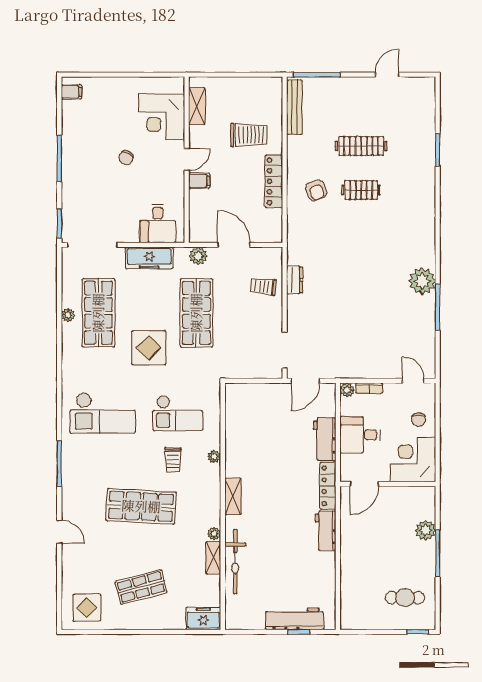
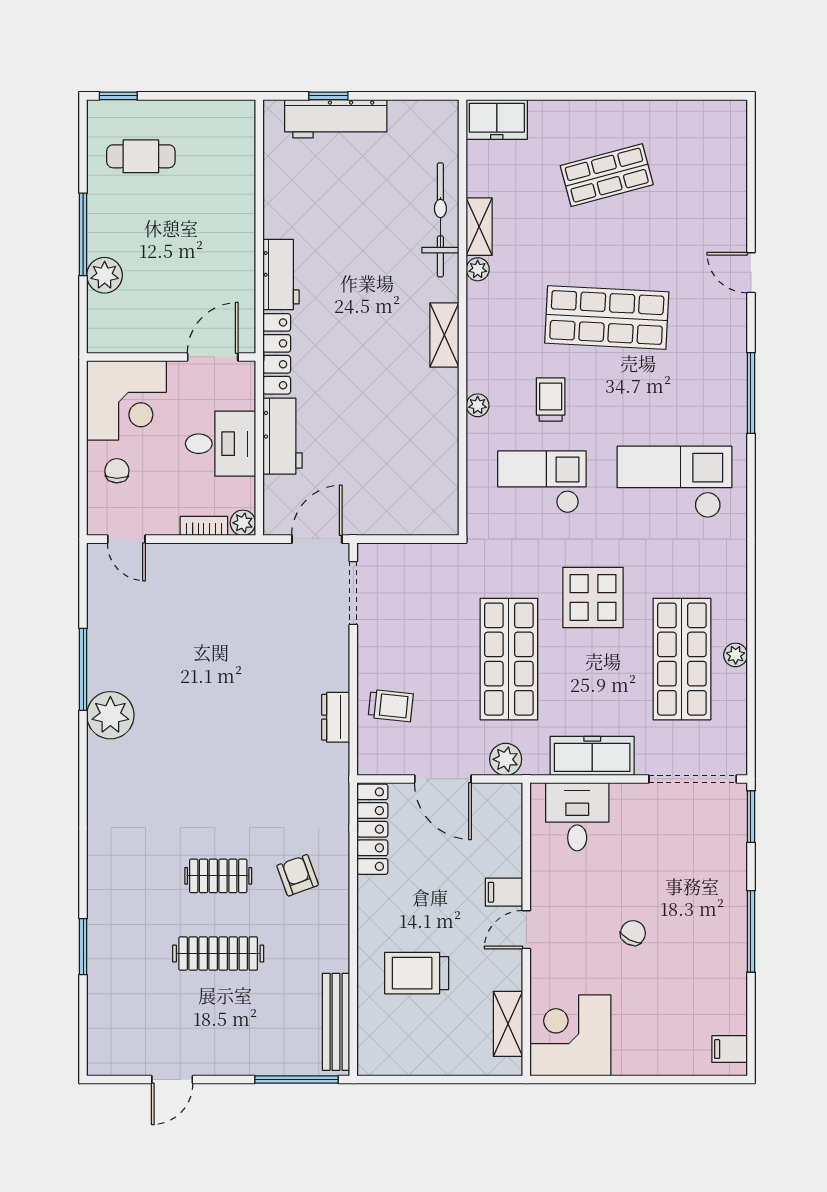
corner desk: (162, 117) -> (570, 1035), moved, turned -90
locker: (274, 181) -> (372, 829), moved
display table: (87, 608) -> (702, 138), removed

